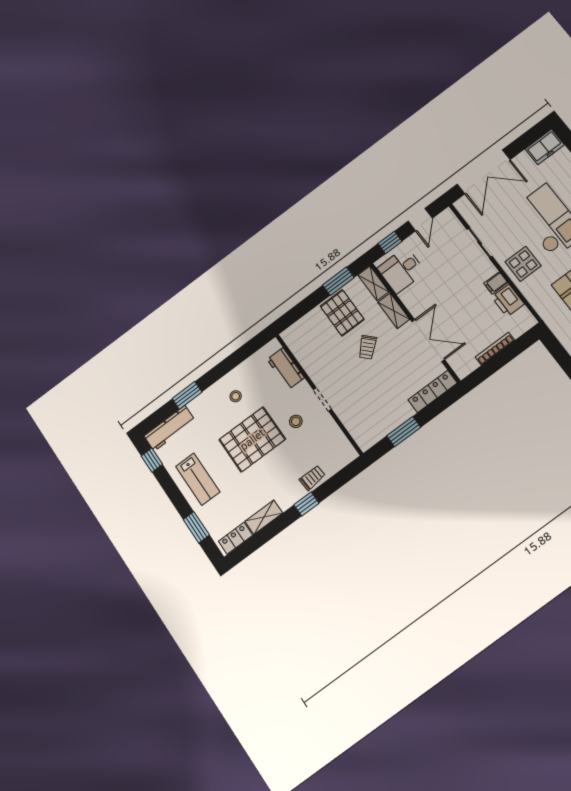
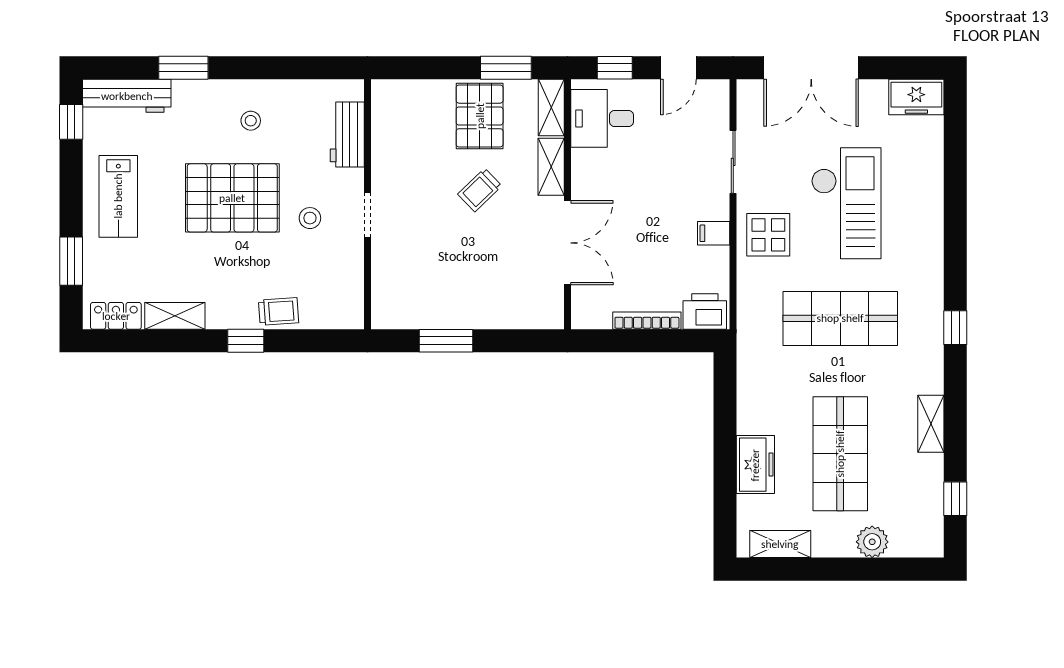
printer: (508, 300) -> (705, 311), moved, turned 90
locker: (433, 391) -> (523, 316), removed

